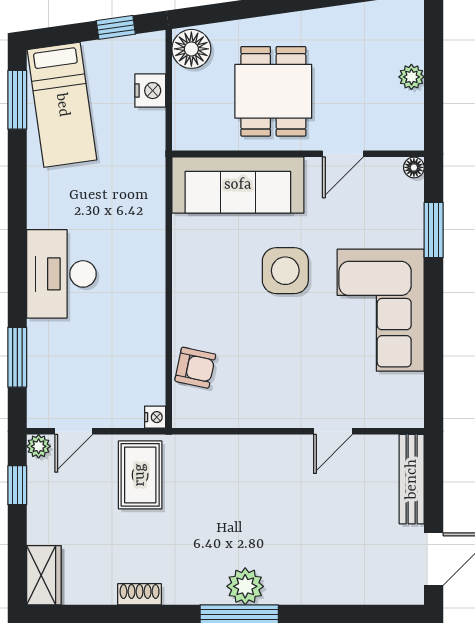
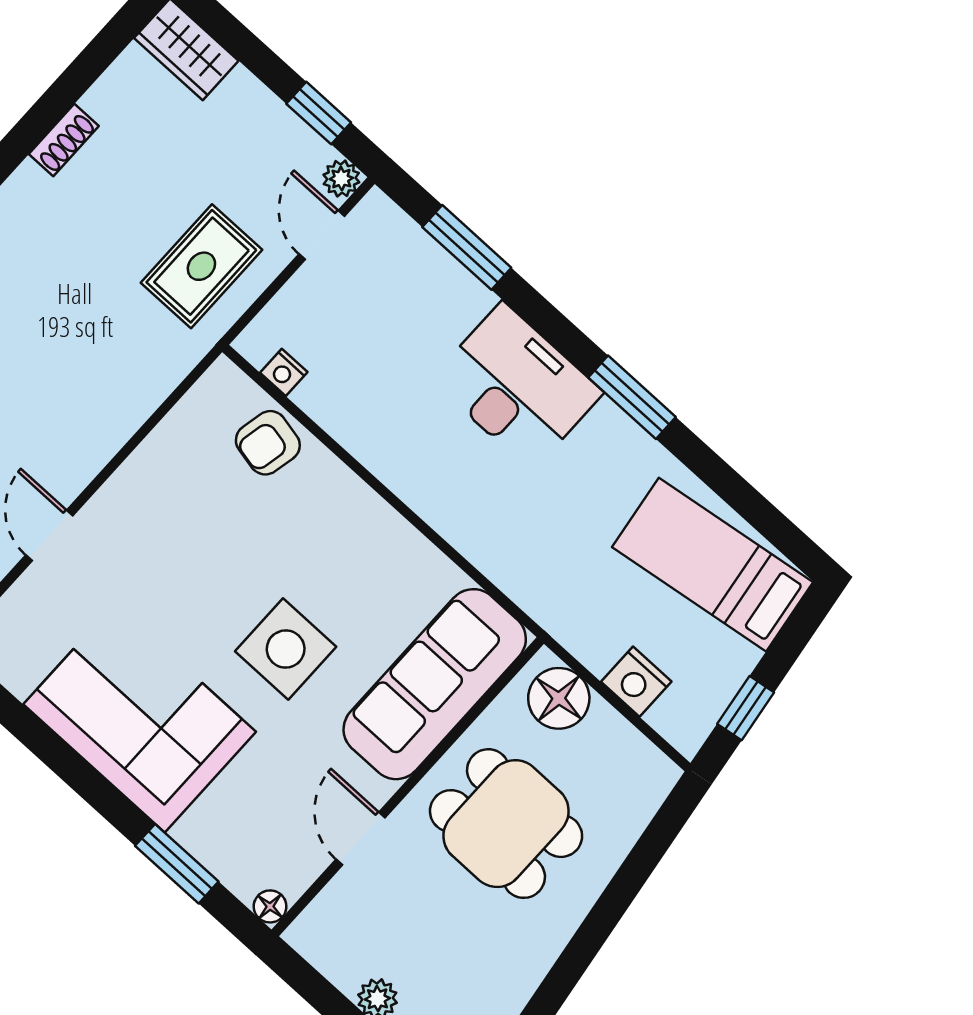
floor lamp: (191, 49) -> (559, 698), moved
window: (17, 100) -> (632, 397), moved
nightstand: (155, 417) -> (284, 372), moved
rug: (140, 475) -> (201, 266), turned 90

